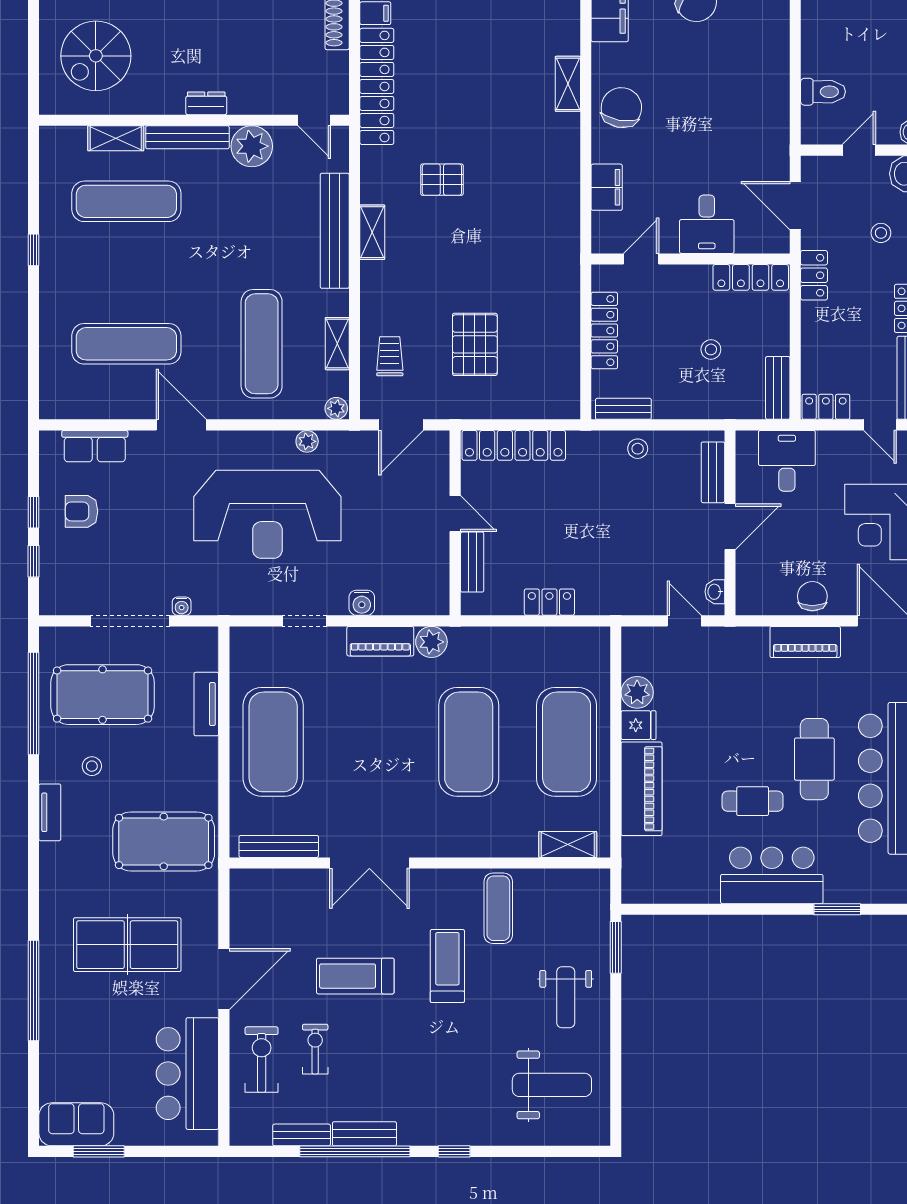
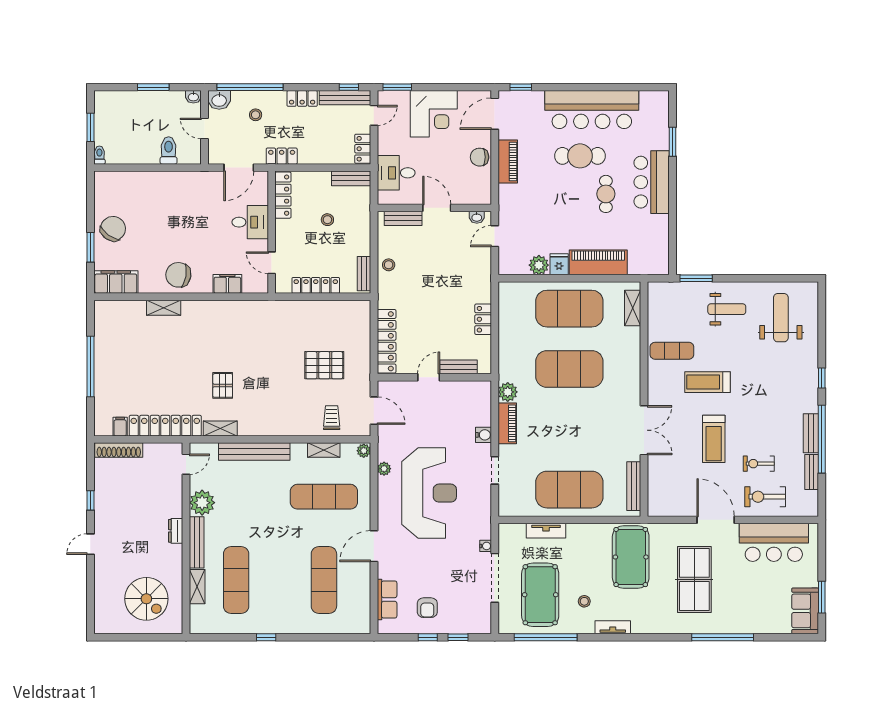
shelving: (372, 232) -> (220, 428), moved
trolley: (390, 356) -> (332, 418), turned 90

